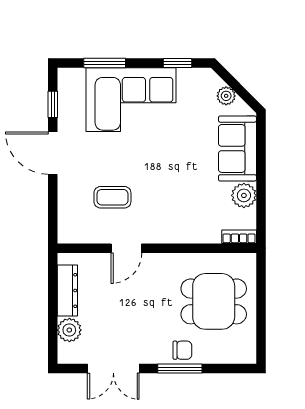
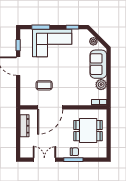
door: (126, 248) -> (50, 107), width x1.88
plant: (69, 330) -> (25, 143), removed
double door: (113, 369) -> (44, 160), swing flipped

